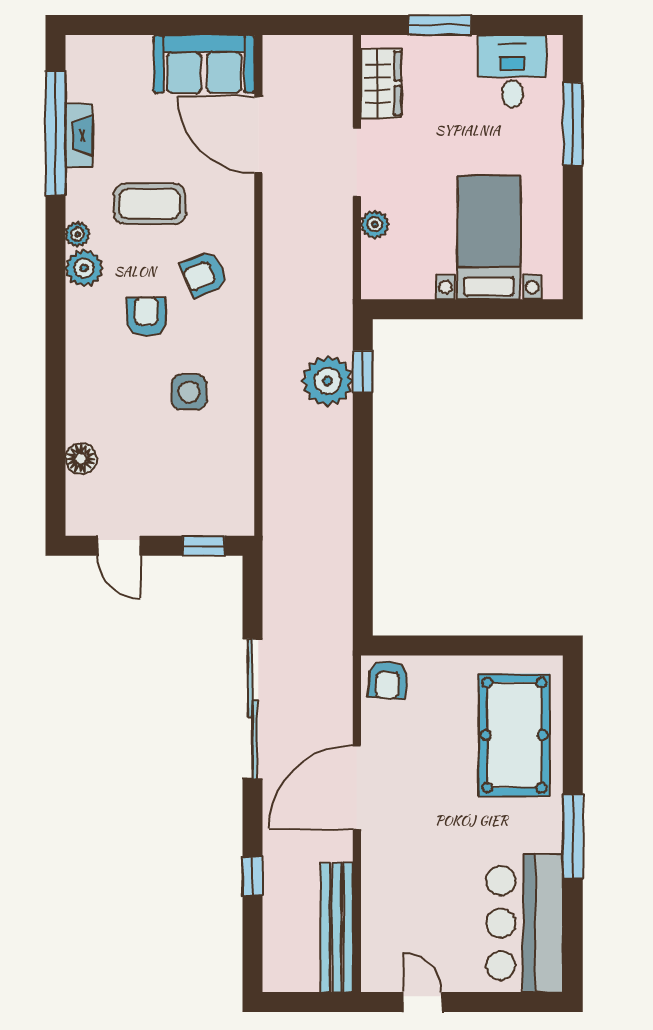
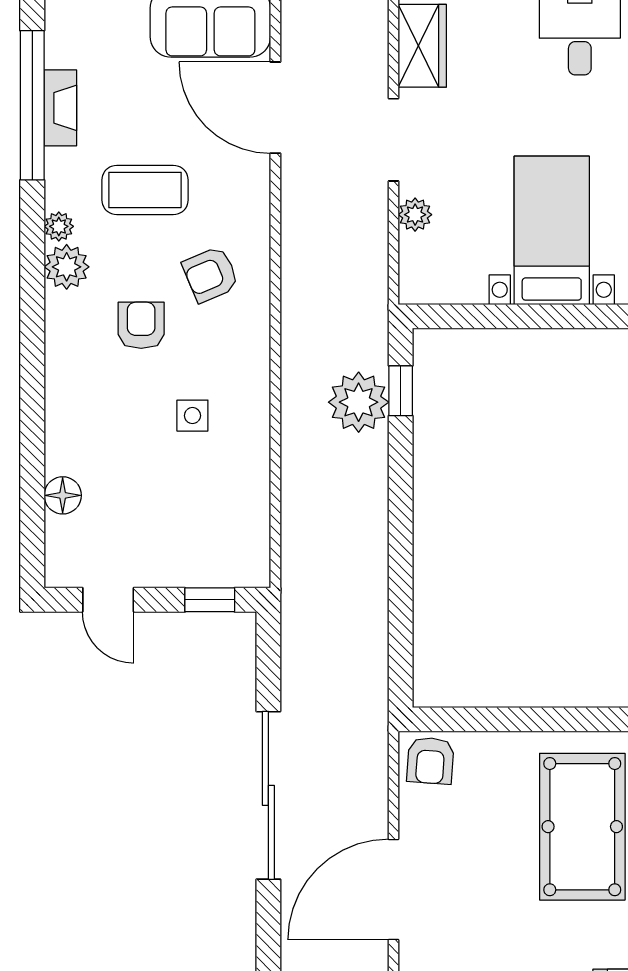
side table: (189, 392) -> (192, 416), width x0.73, depth x0.73

